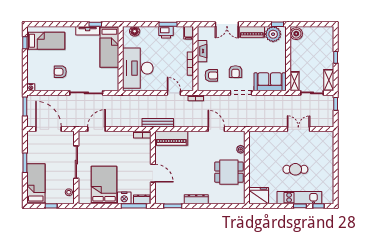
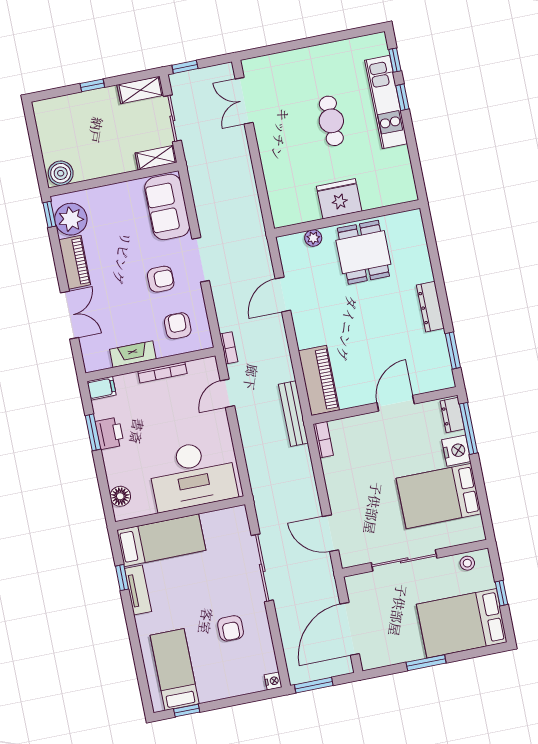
double door: (298, 129) -> (244, 101), moved
bed: (36, 184) -> (462, 623), width x1.50
fridge: (259, 196) -> (339, 199), moved, turned 90

